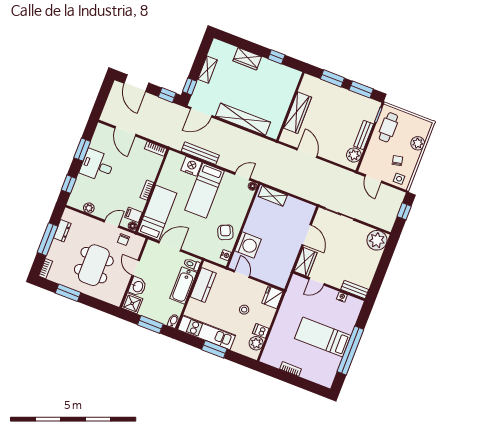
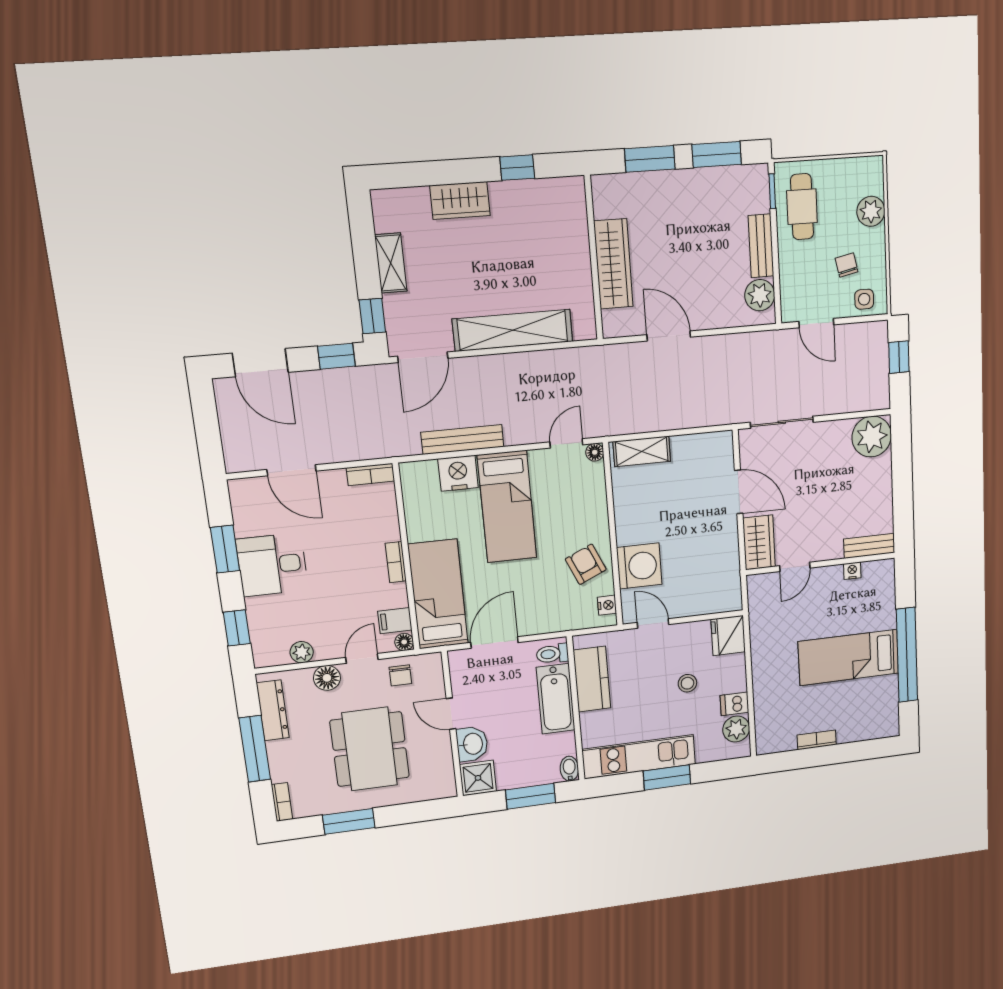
floor lamp: (93, 224) -> (327, 678), added
dresser: (62, 231) -> (273, 710), width x1.44

